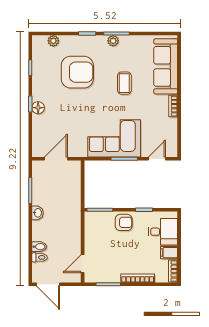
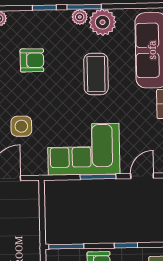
plant: (130, 45) -> (102, 22), added
armchair: (77, 72) -> (32, 60), width x0.53, depth x0.53
coffee table: (124, 83) -> (96, 74), width x1.36, depth x1.30
side table: (69, 121) -> (21, 126), added

